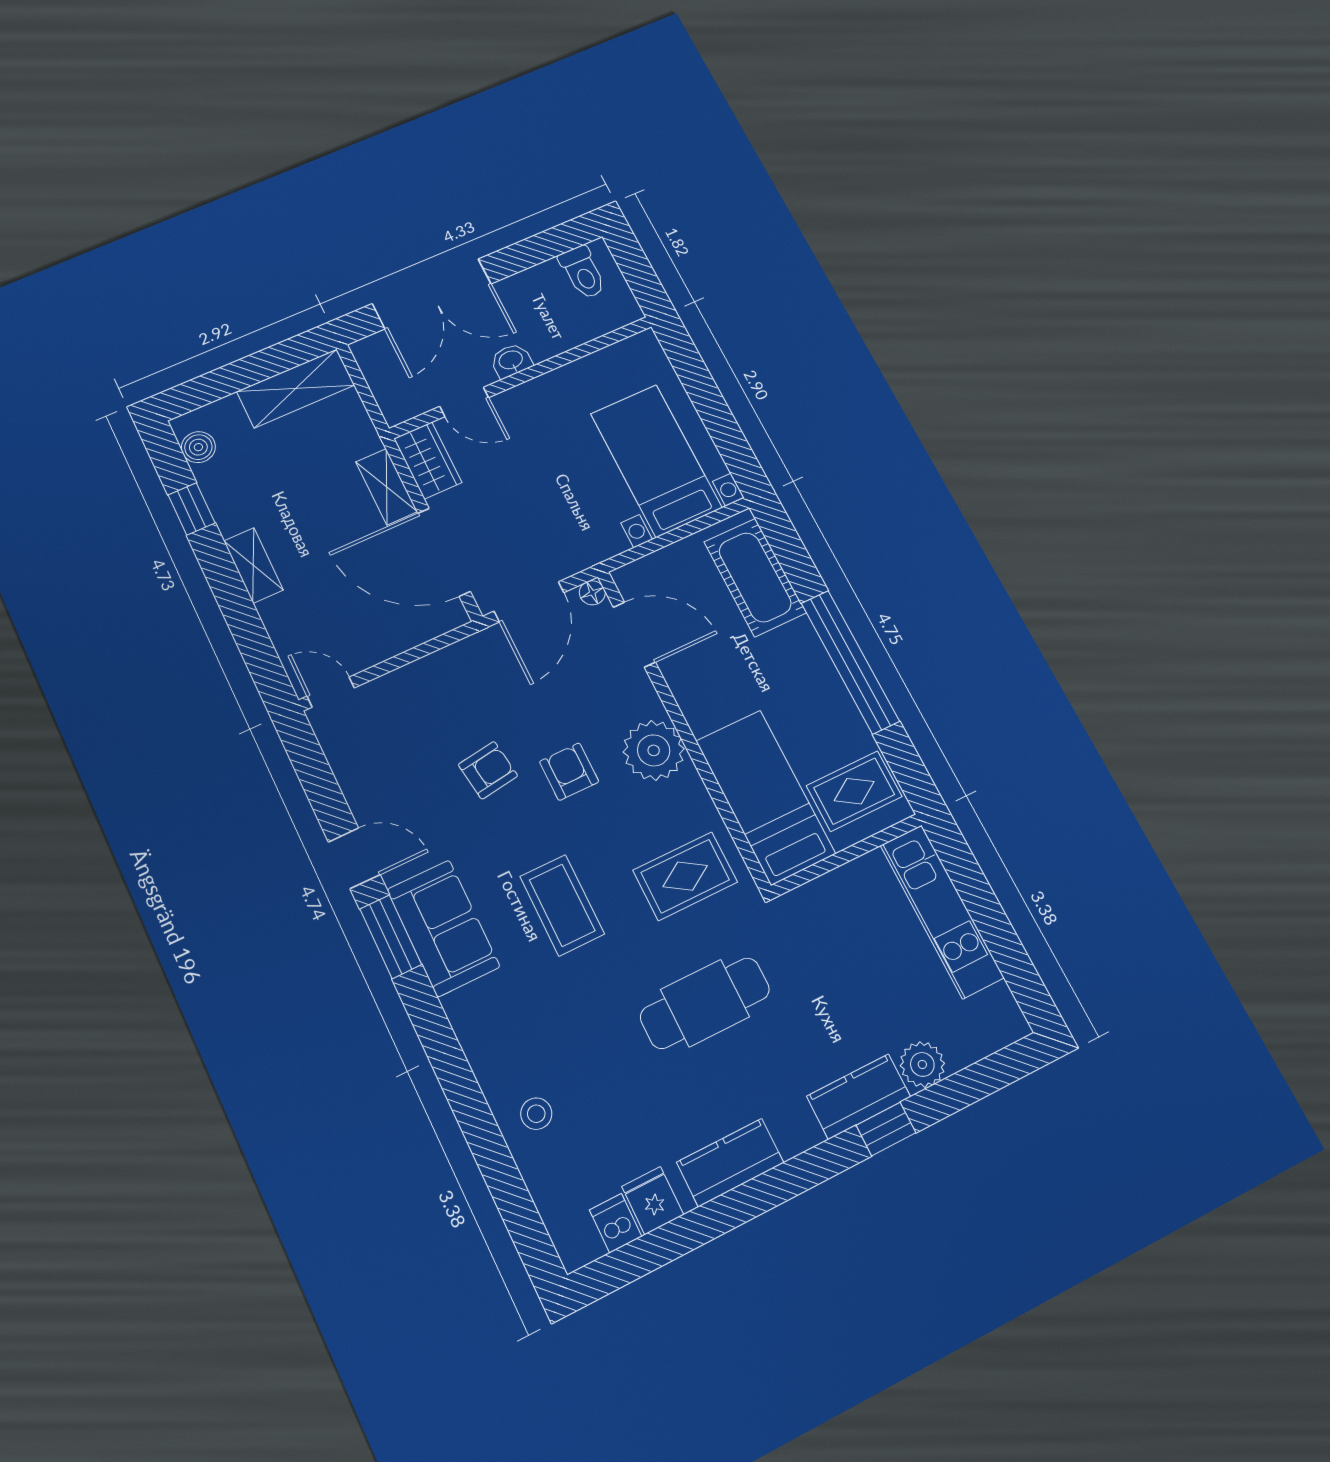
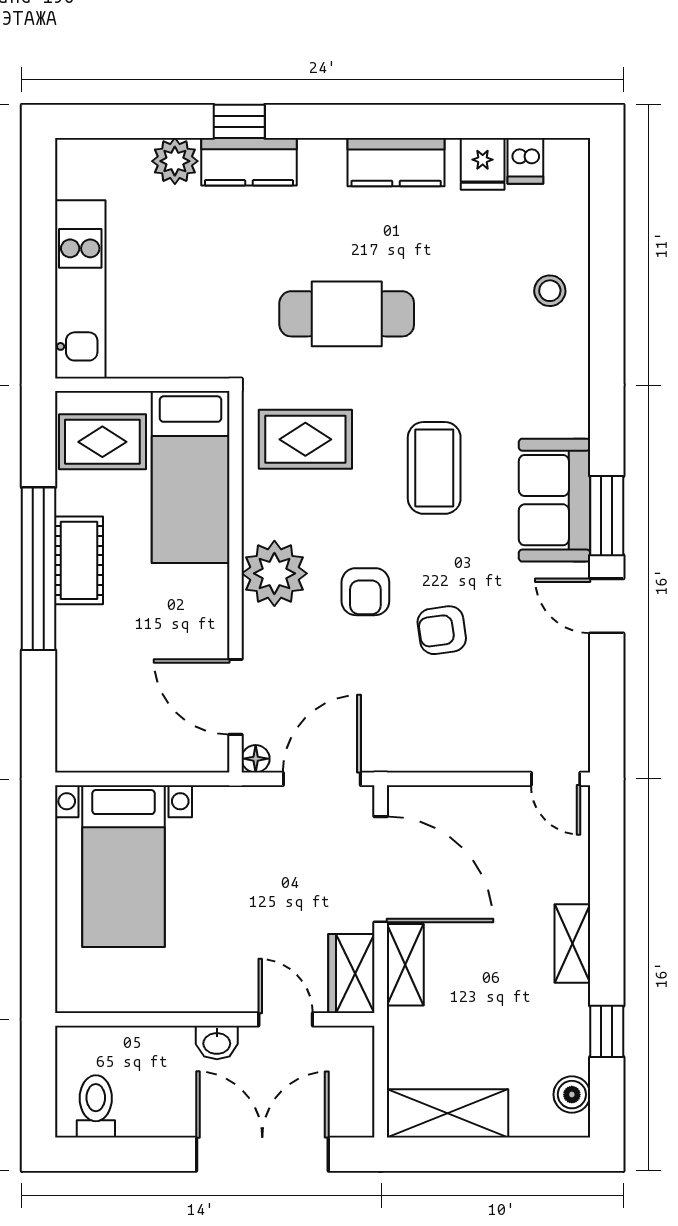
cot: (755, 577) -> (79, 560), moved, width x0.73, depth x0.75

